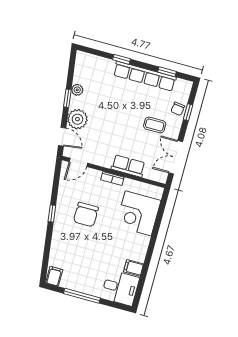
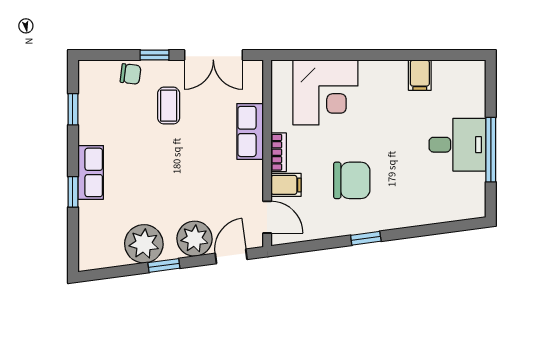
row of seats: (145, 76) -> (91, 172), width x0.50
plant: (77, 90) -> (144, 244), width x1.87, depth x1.87
window: (188, 112) -> (154, 55), moved
filing cabinet: (54, 276) -> (286, 185), moved, turned 180
desk: (120, 288) -> (457, 145), moved, turned 90

